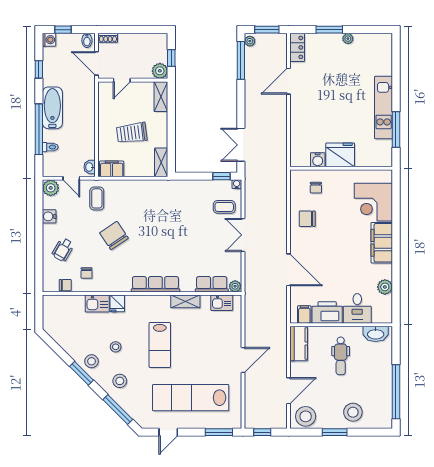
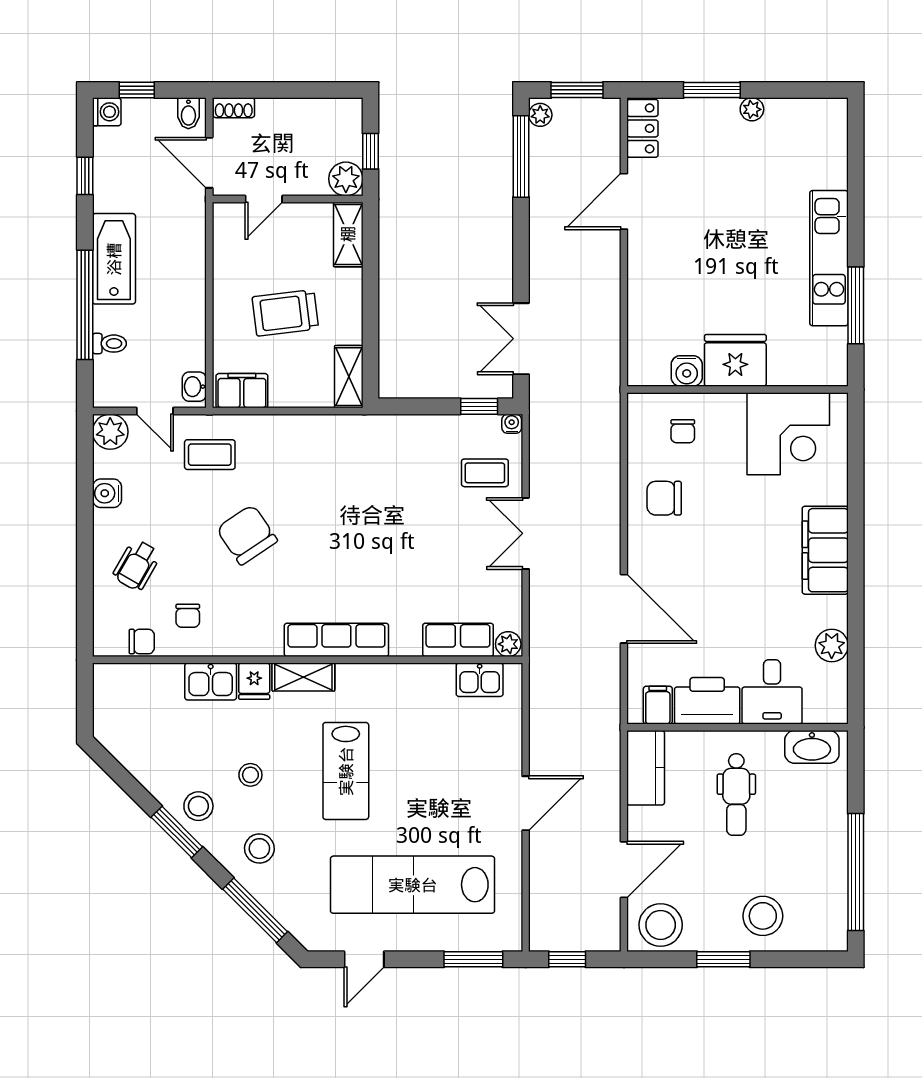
coffee table: (97, 198) -> (210, 455), turned 90
corner desk: (373, 202) -> (788, 434), moved, turned -90
shelving: (185, 301) -> (303, 677), moved

